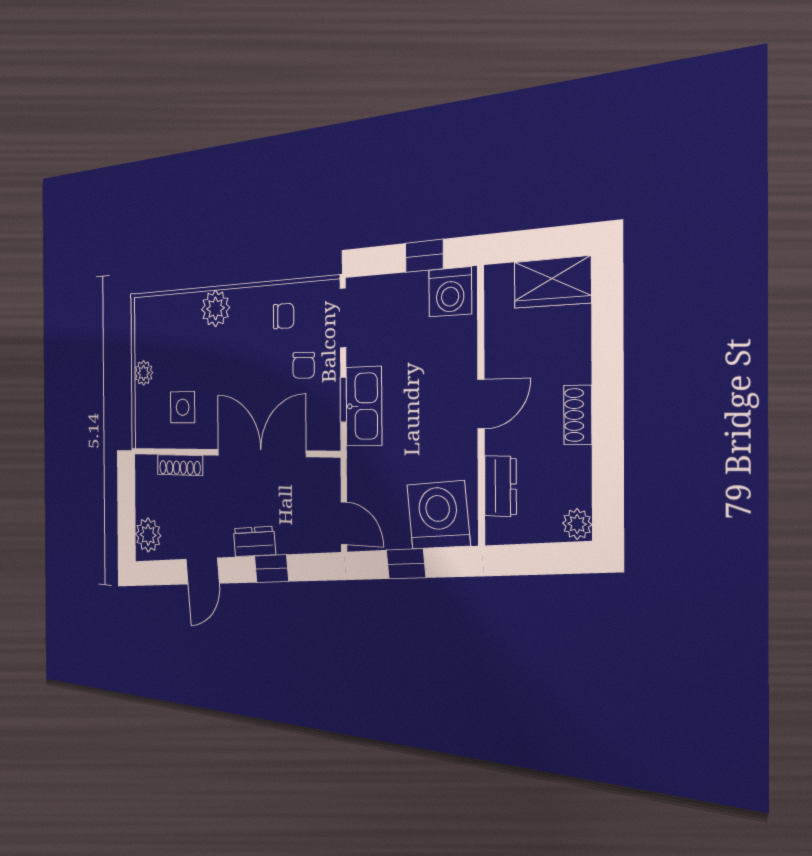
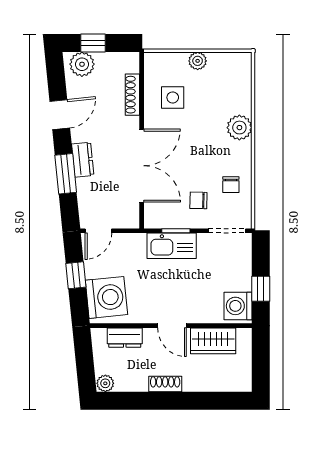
wardrobe: (552, 282) -> (213, 341), moved, turned -90
window: (126, 518) -> (93, 43), added
window: (271, 569) -> (66, 174), width x1.50
door: (202, 571) -> (60, 115), swing flipped

